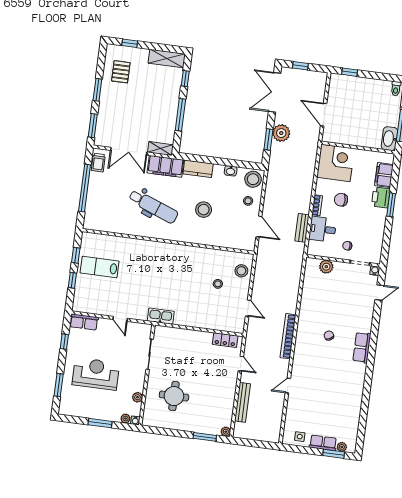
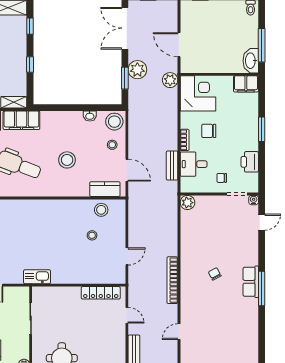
window: (180, 115) -> (30, 64), width x0.46
plant: (311, 147) -> (170, 80), added
kitchen counter: (198, 169) -> (105, 189), moved, turned 180
filing cabinet: (384, 175) -> (246, 84), moved, turned -90
printer: (381, 197) -> (250, 162), moved
plant: (326, 267) -> (187, 203), moved
stool: (241, 271) -> (101, 210), moved
door: (248, 308) -> (127, 256), hinge flipped
locker: (225, 340) -> (101, 293), width x1.53
window: (371, 355) -> (262, 288), added

